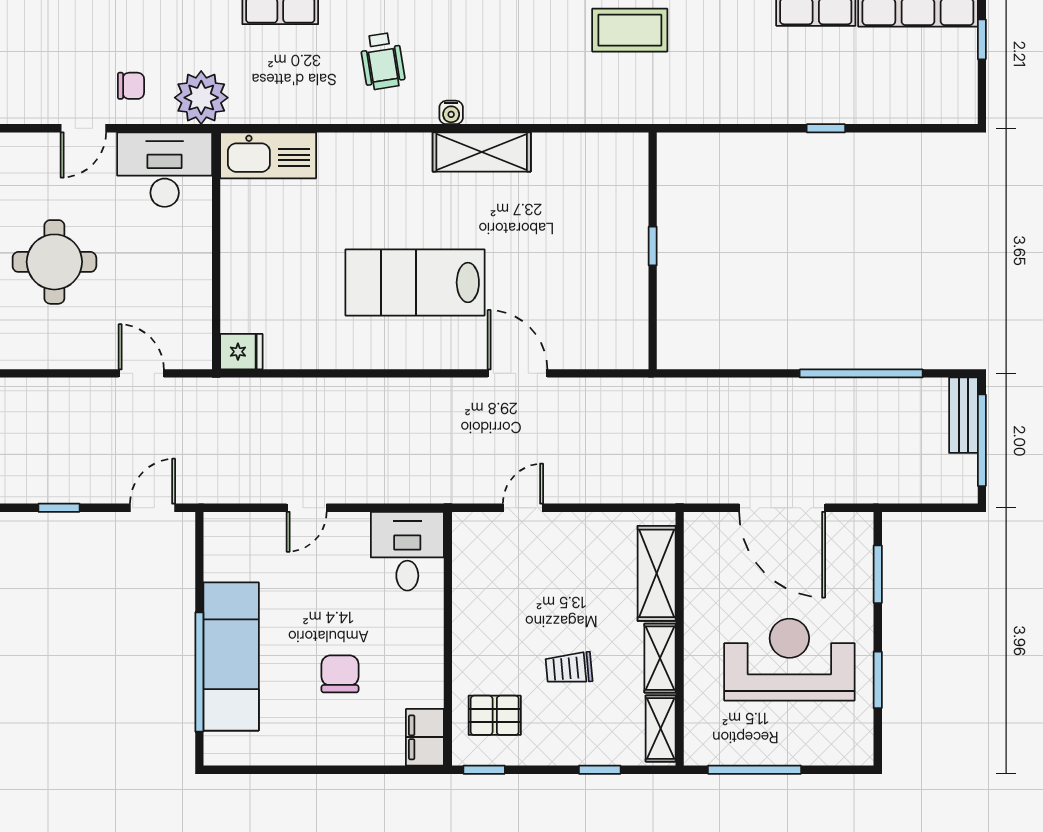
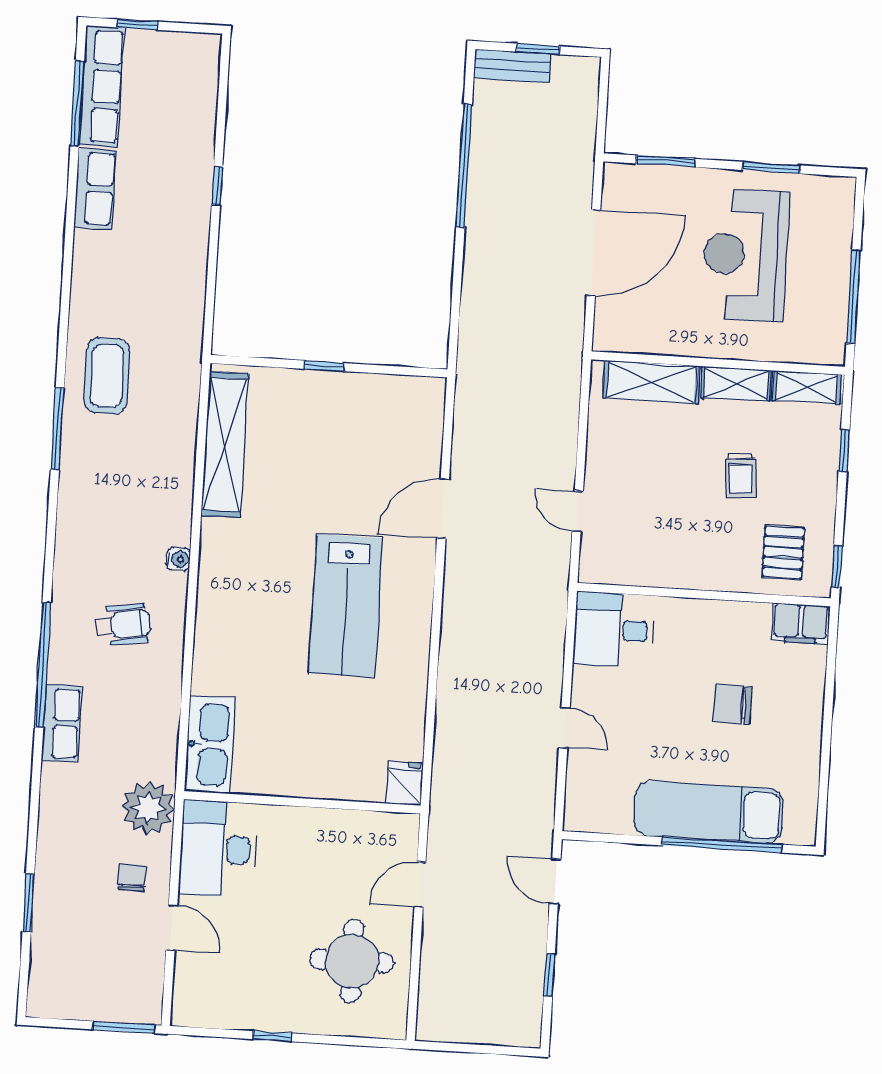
shelving: (482, 152) -> (225, 445), moved, width x1.47
round table: (54, 262) -> (352, 961), moved
window: (982, 440) -> (538, 49), width x0.46

